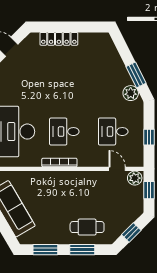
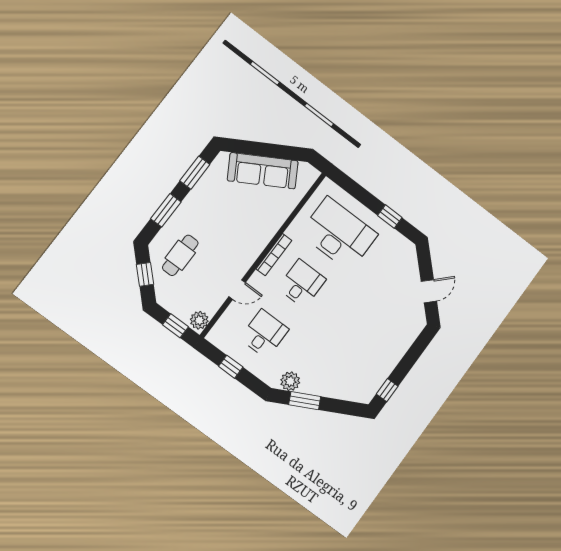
window: (91, 27) -> (387, 390), added
locker: (59, 39) -> (399, 348), removed
door: (117, 169) -> (237, 290), moved
cafe table: (87, 227) -> (180, 255), moved

